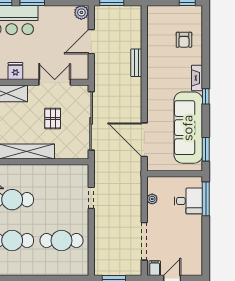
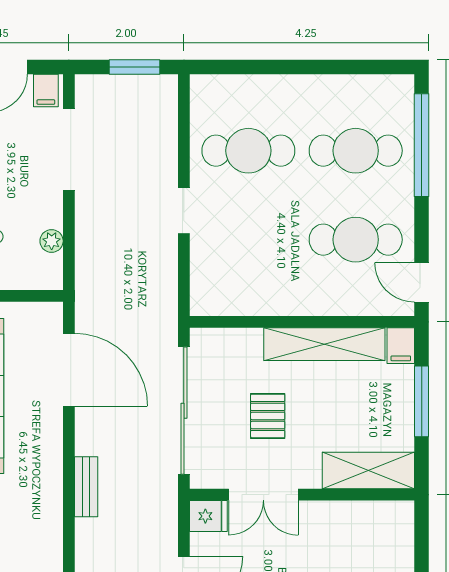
bench: (136, 63) -> (86, 487), moved
fridge: (15, 71) -> (208, 516), moved, turned -90
doorway: (91, 198) -> (184, 211), moved

